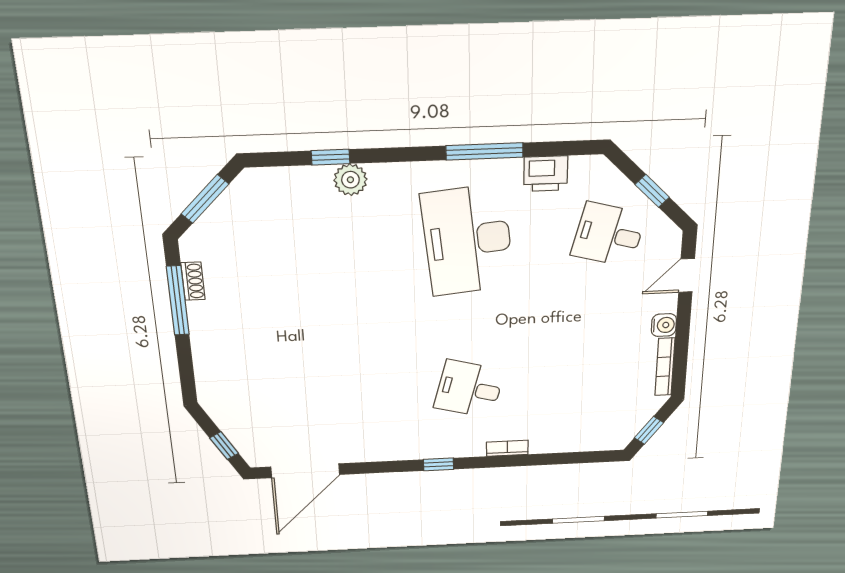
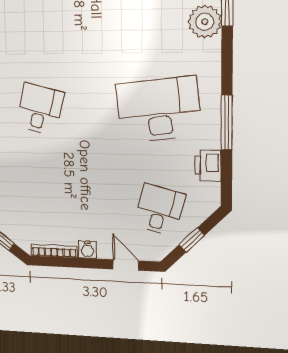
plant: (350, 180) -> (205, 22), width x1.36, depth x1.36

